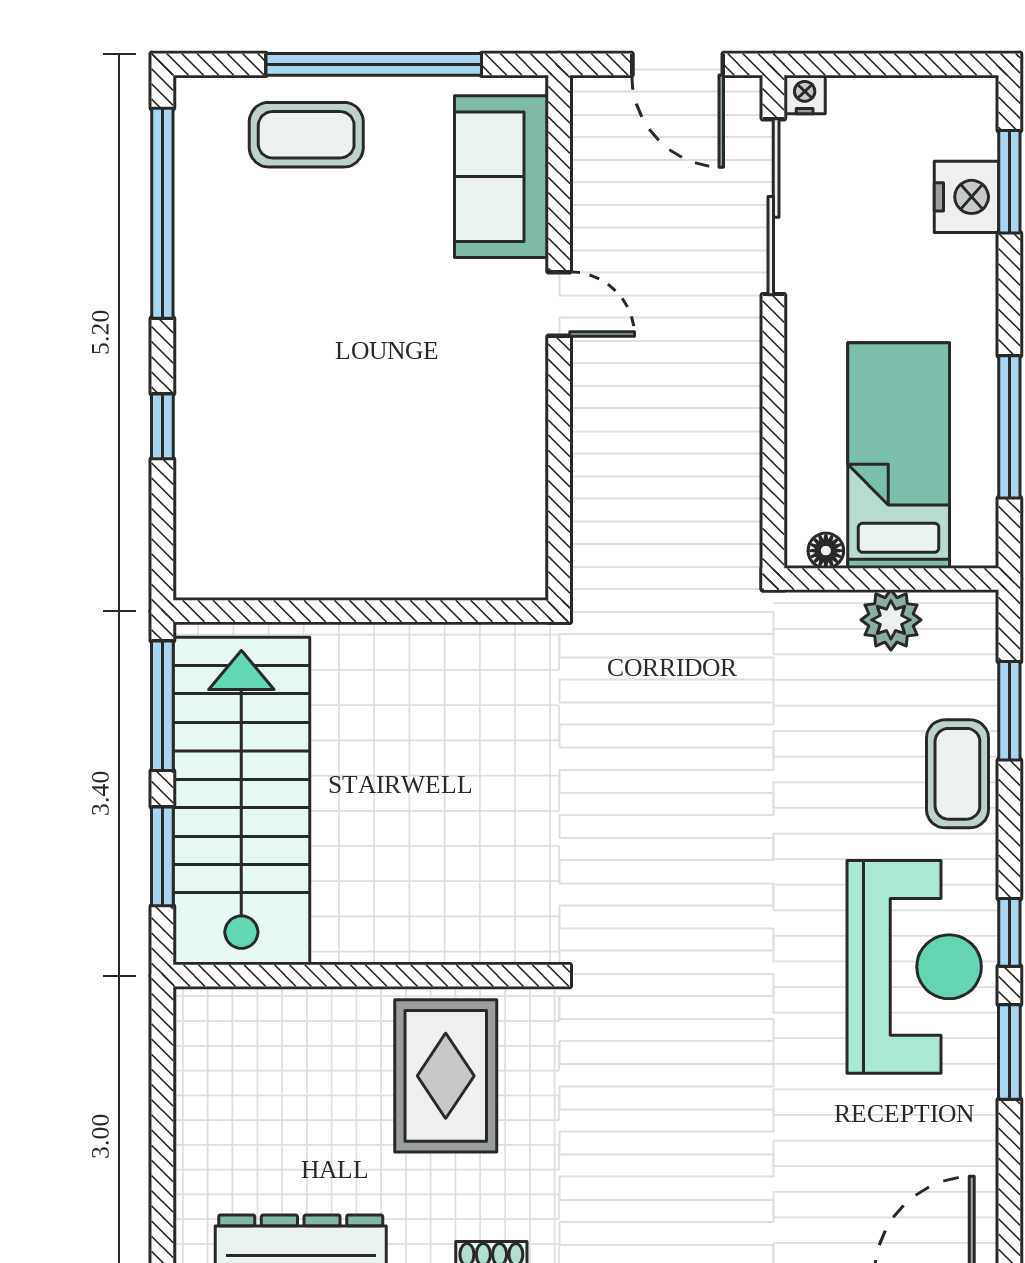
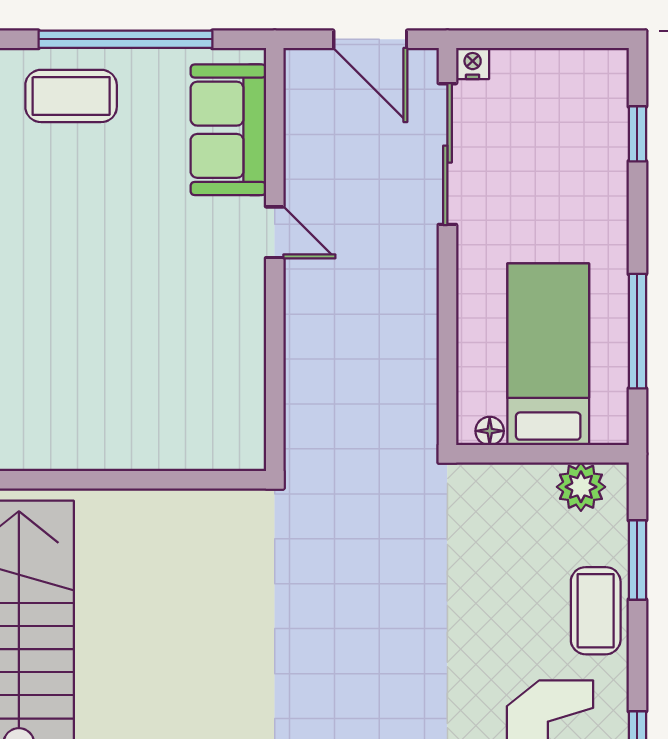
window: (1009, 182) -> (637, 134), width x0.67
nightstand: (966, 197) -> (603, 146), removed
plant: (891, 620) -> (581, 487), moved

